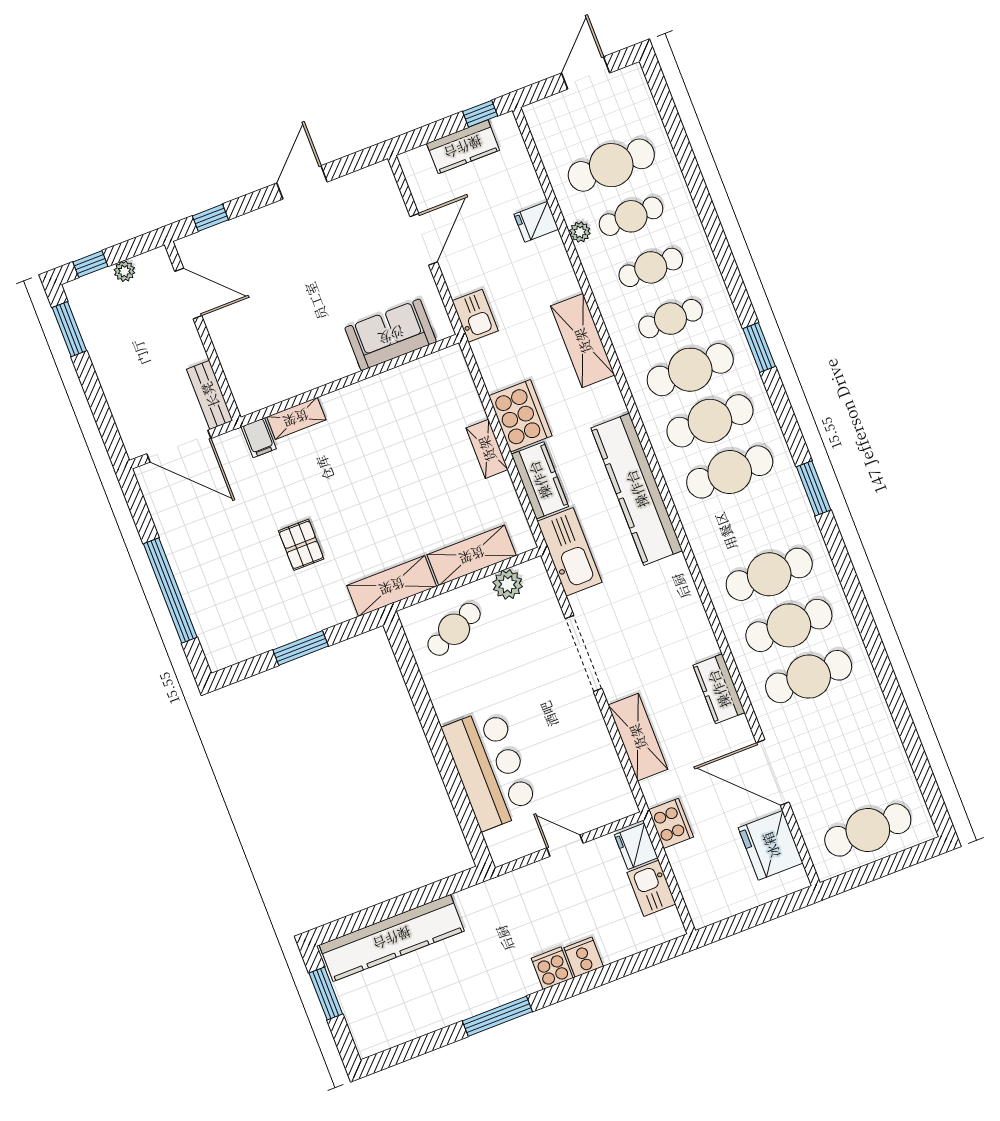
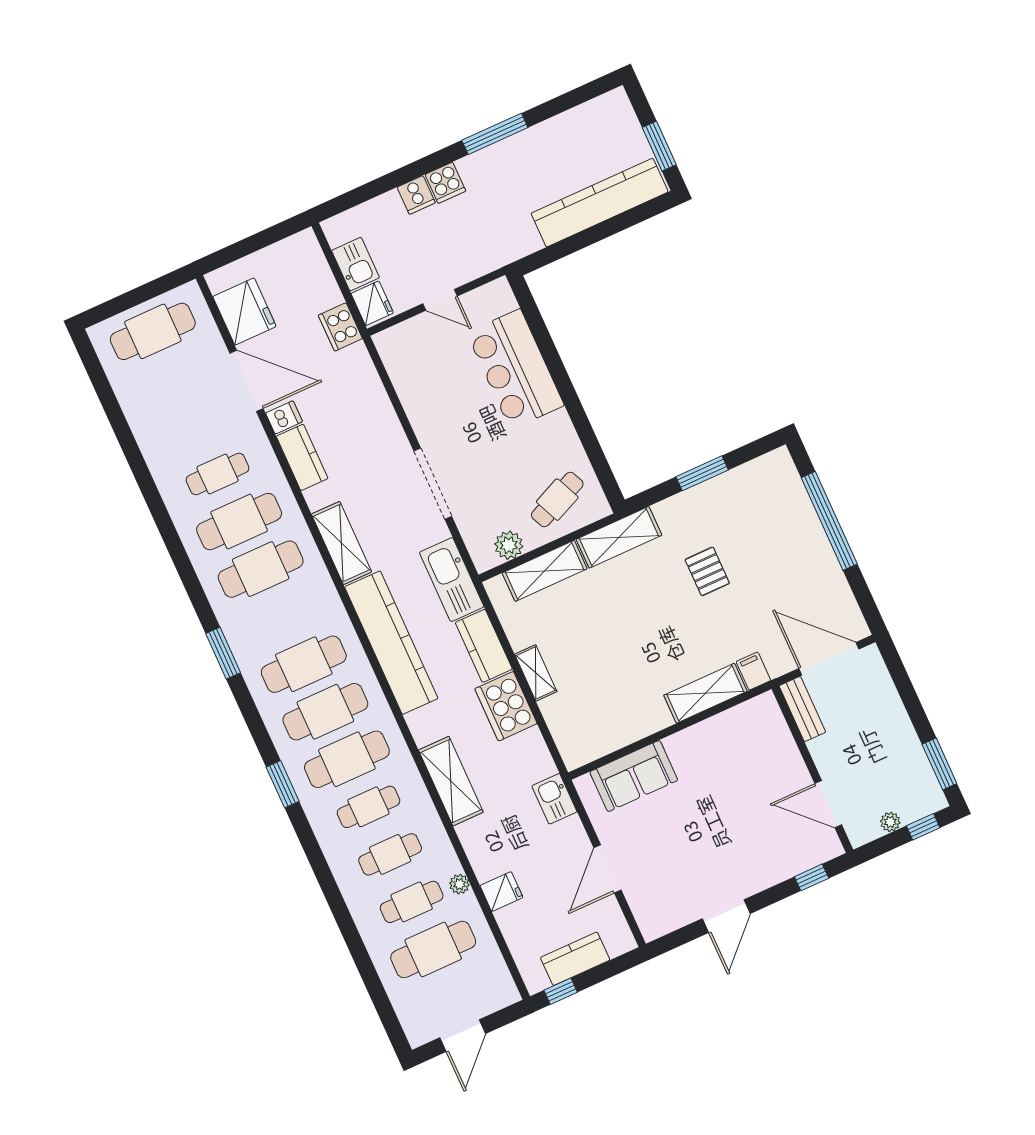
shelving: (296, 418) -> (705, 693), width x1.50, depth x1.33
cafe table: (809, 677) -> (218, 474), width x0.73, depth x0.74
dishwasher: (735, 732) -> (284, 417), added
shelving: (638, 737) -> (342, 543), moved

